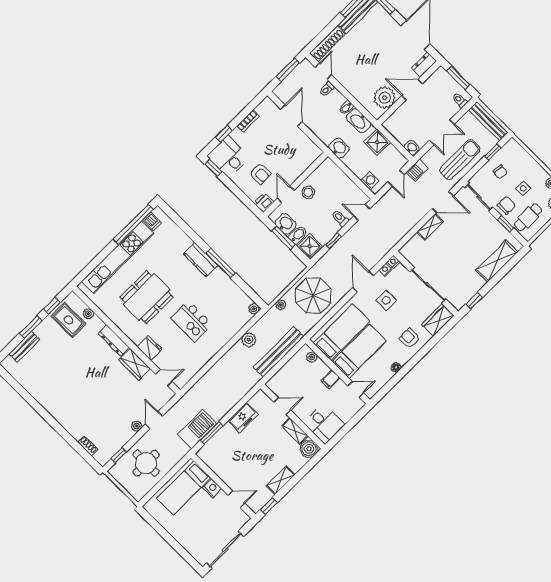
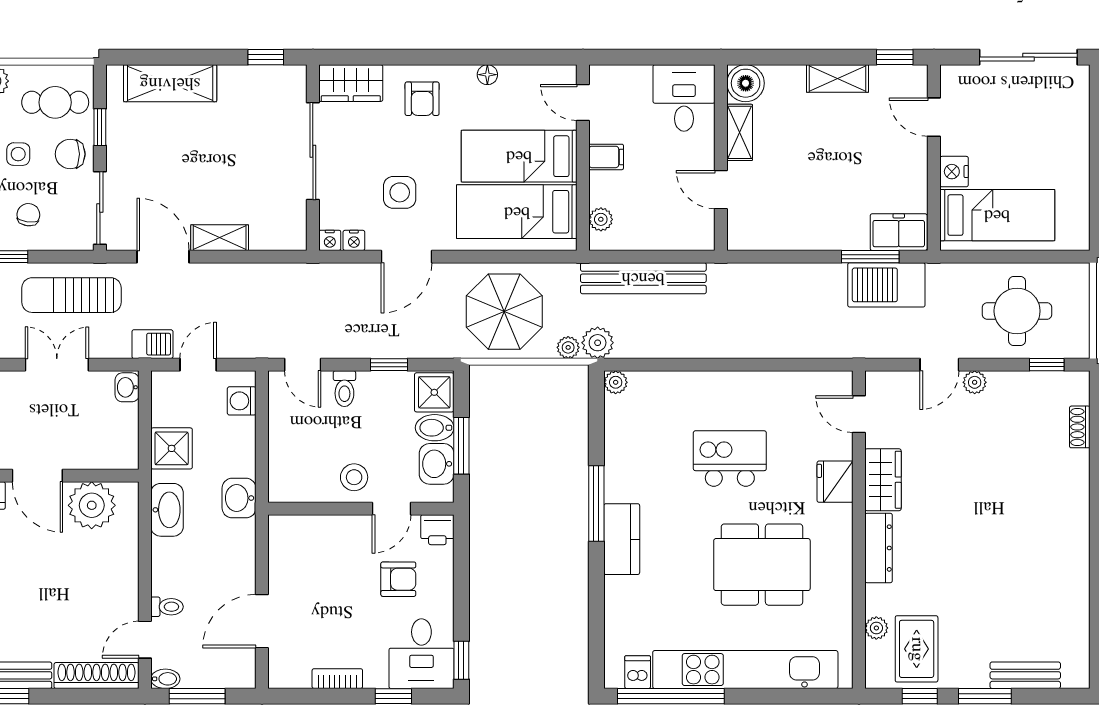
bidet: (346, 108) -> (165, 679), moved
armchair: (260, 174) -> (398, 579), turned 90
kitchen island: (192, 321) -> (730, 459), turned -90
plant: (249, 340) -> (598, 343), moved
freezer: (243, 418) -> (899, 232), moved

